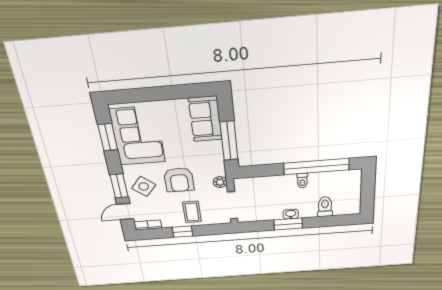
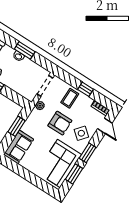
window: (229, 141) -> (17, 126), width x0.69
armchair: (179, 180) -> (60, 123), turned 90
window: (119, 186) -> (88, 153), moved
door: (125, 212) -> (105, 126), hinge flipped

